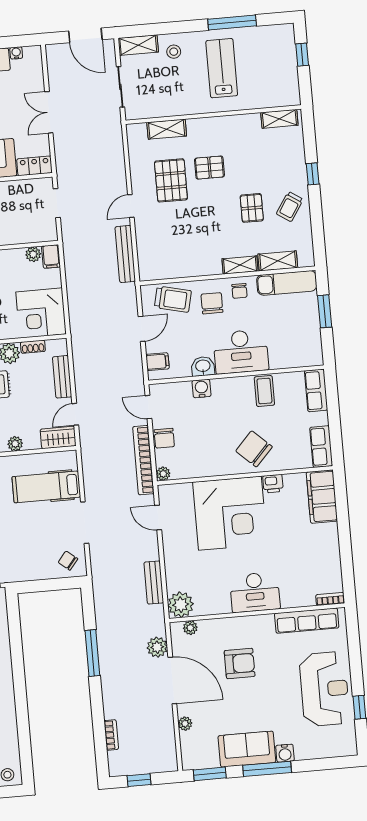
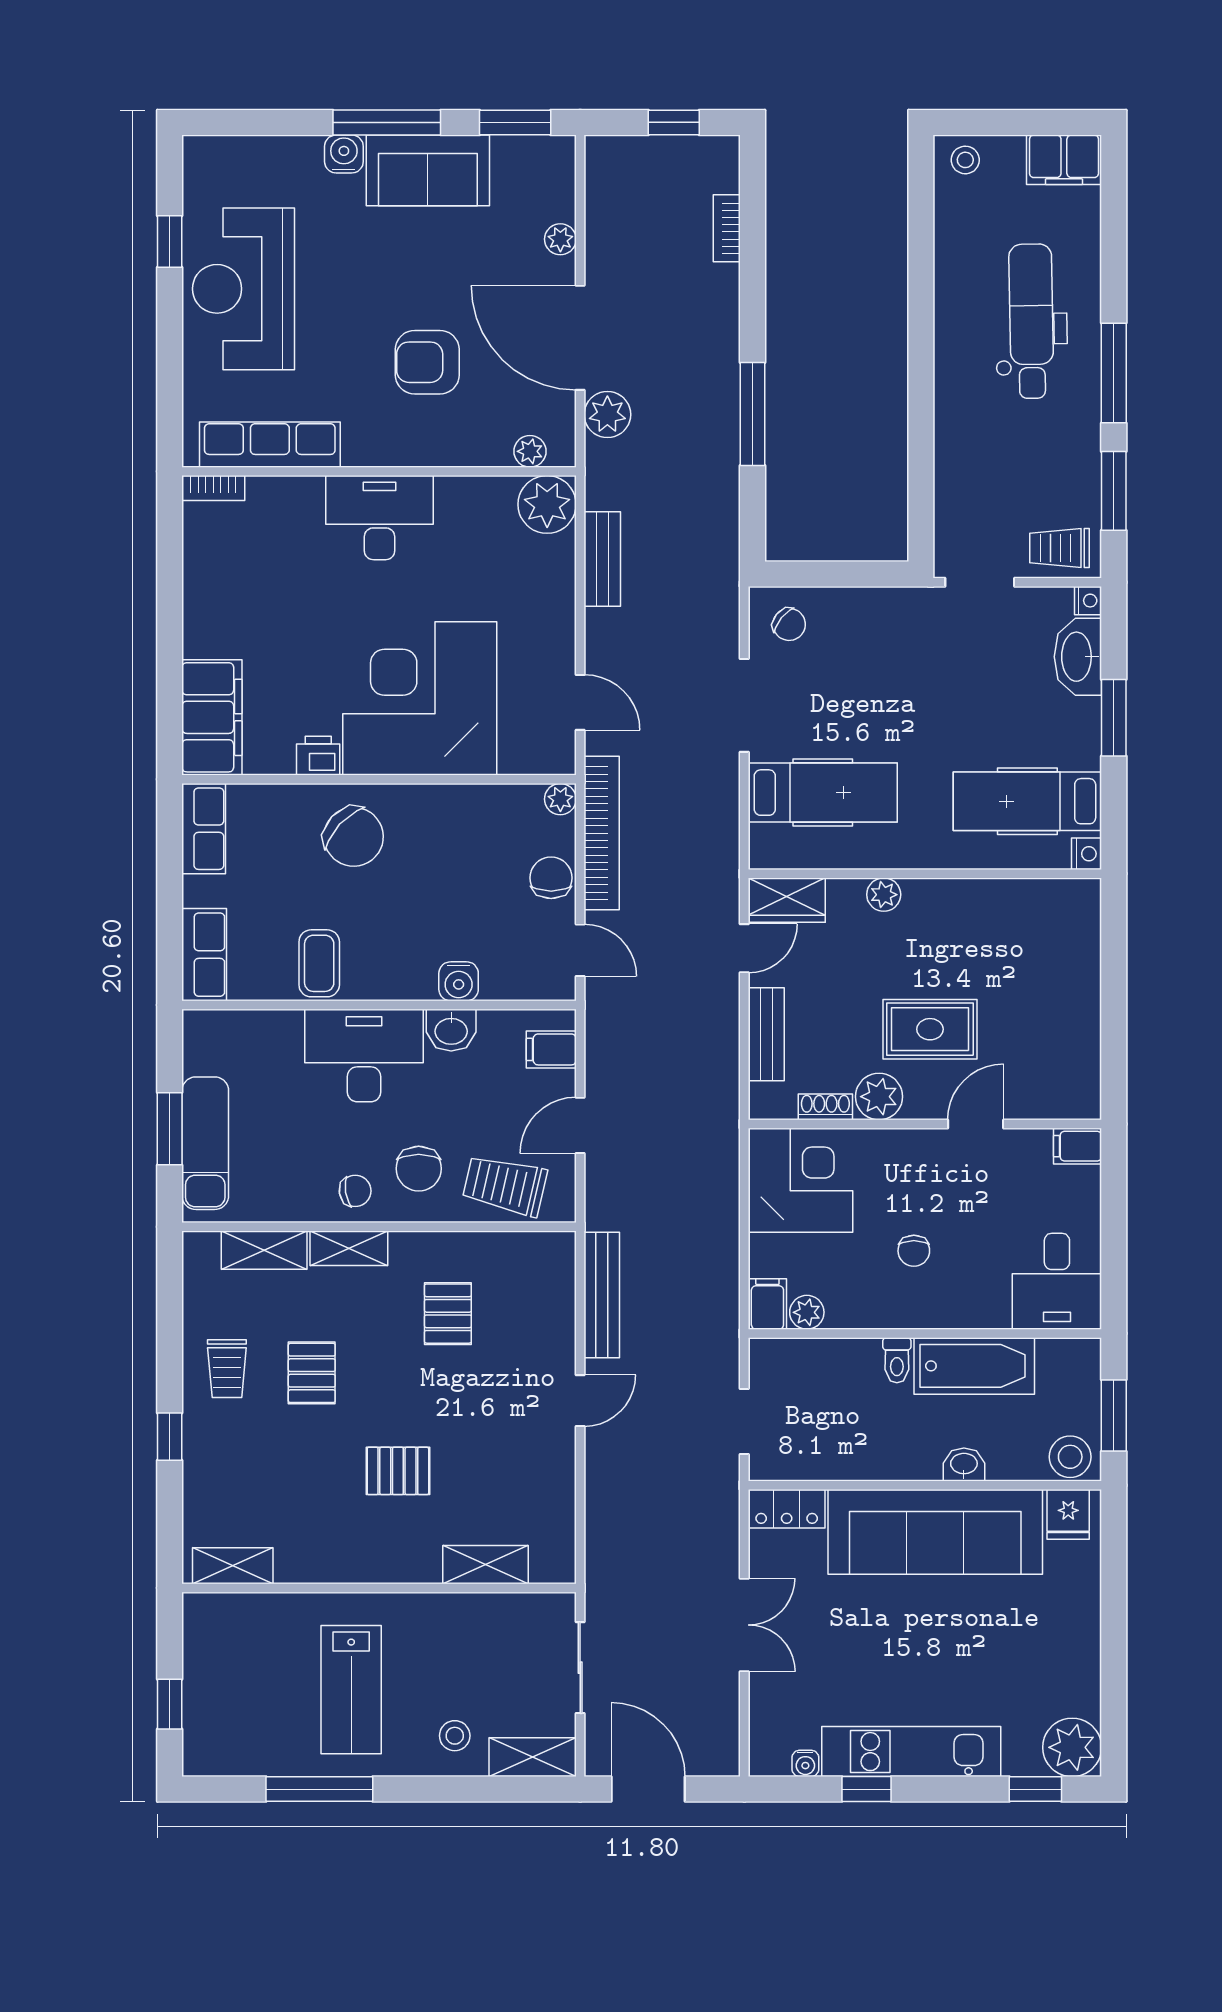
pallet: (171, 180) -> (448, 1314), moved, width x0.67, depth x0.71
trolley: (290, 207) -> (227, 1369), turned 147
exam couch: (287, 283) -> (205, 1143), moved, turned 90
chair: (239, 291) -> (355, 1191), turned 81

